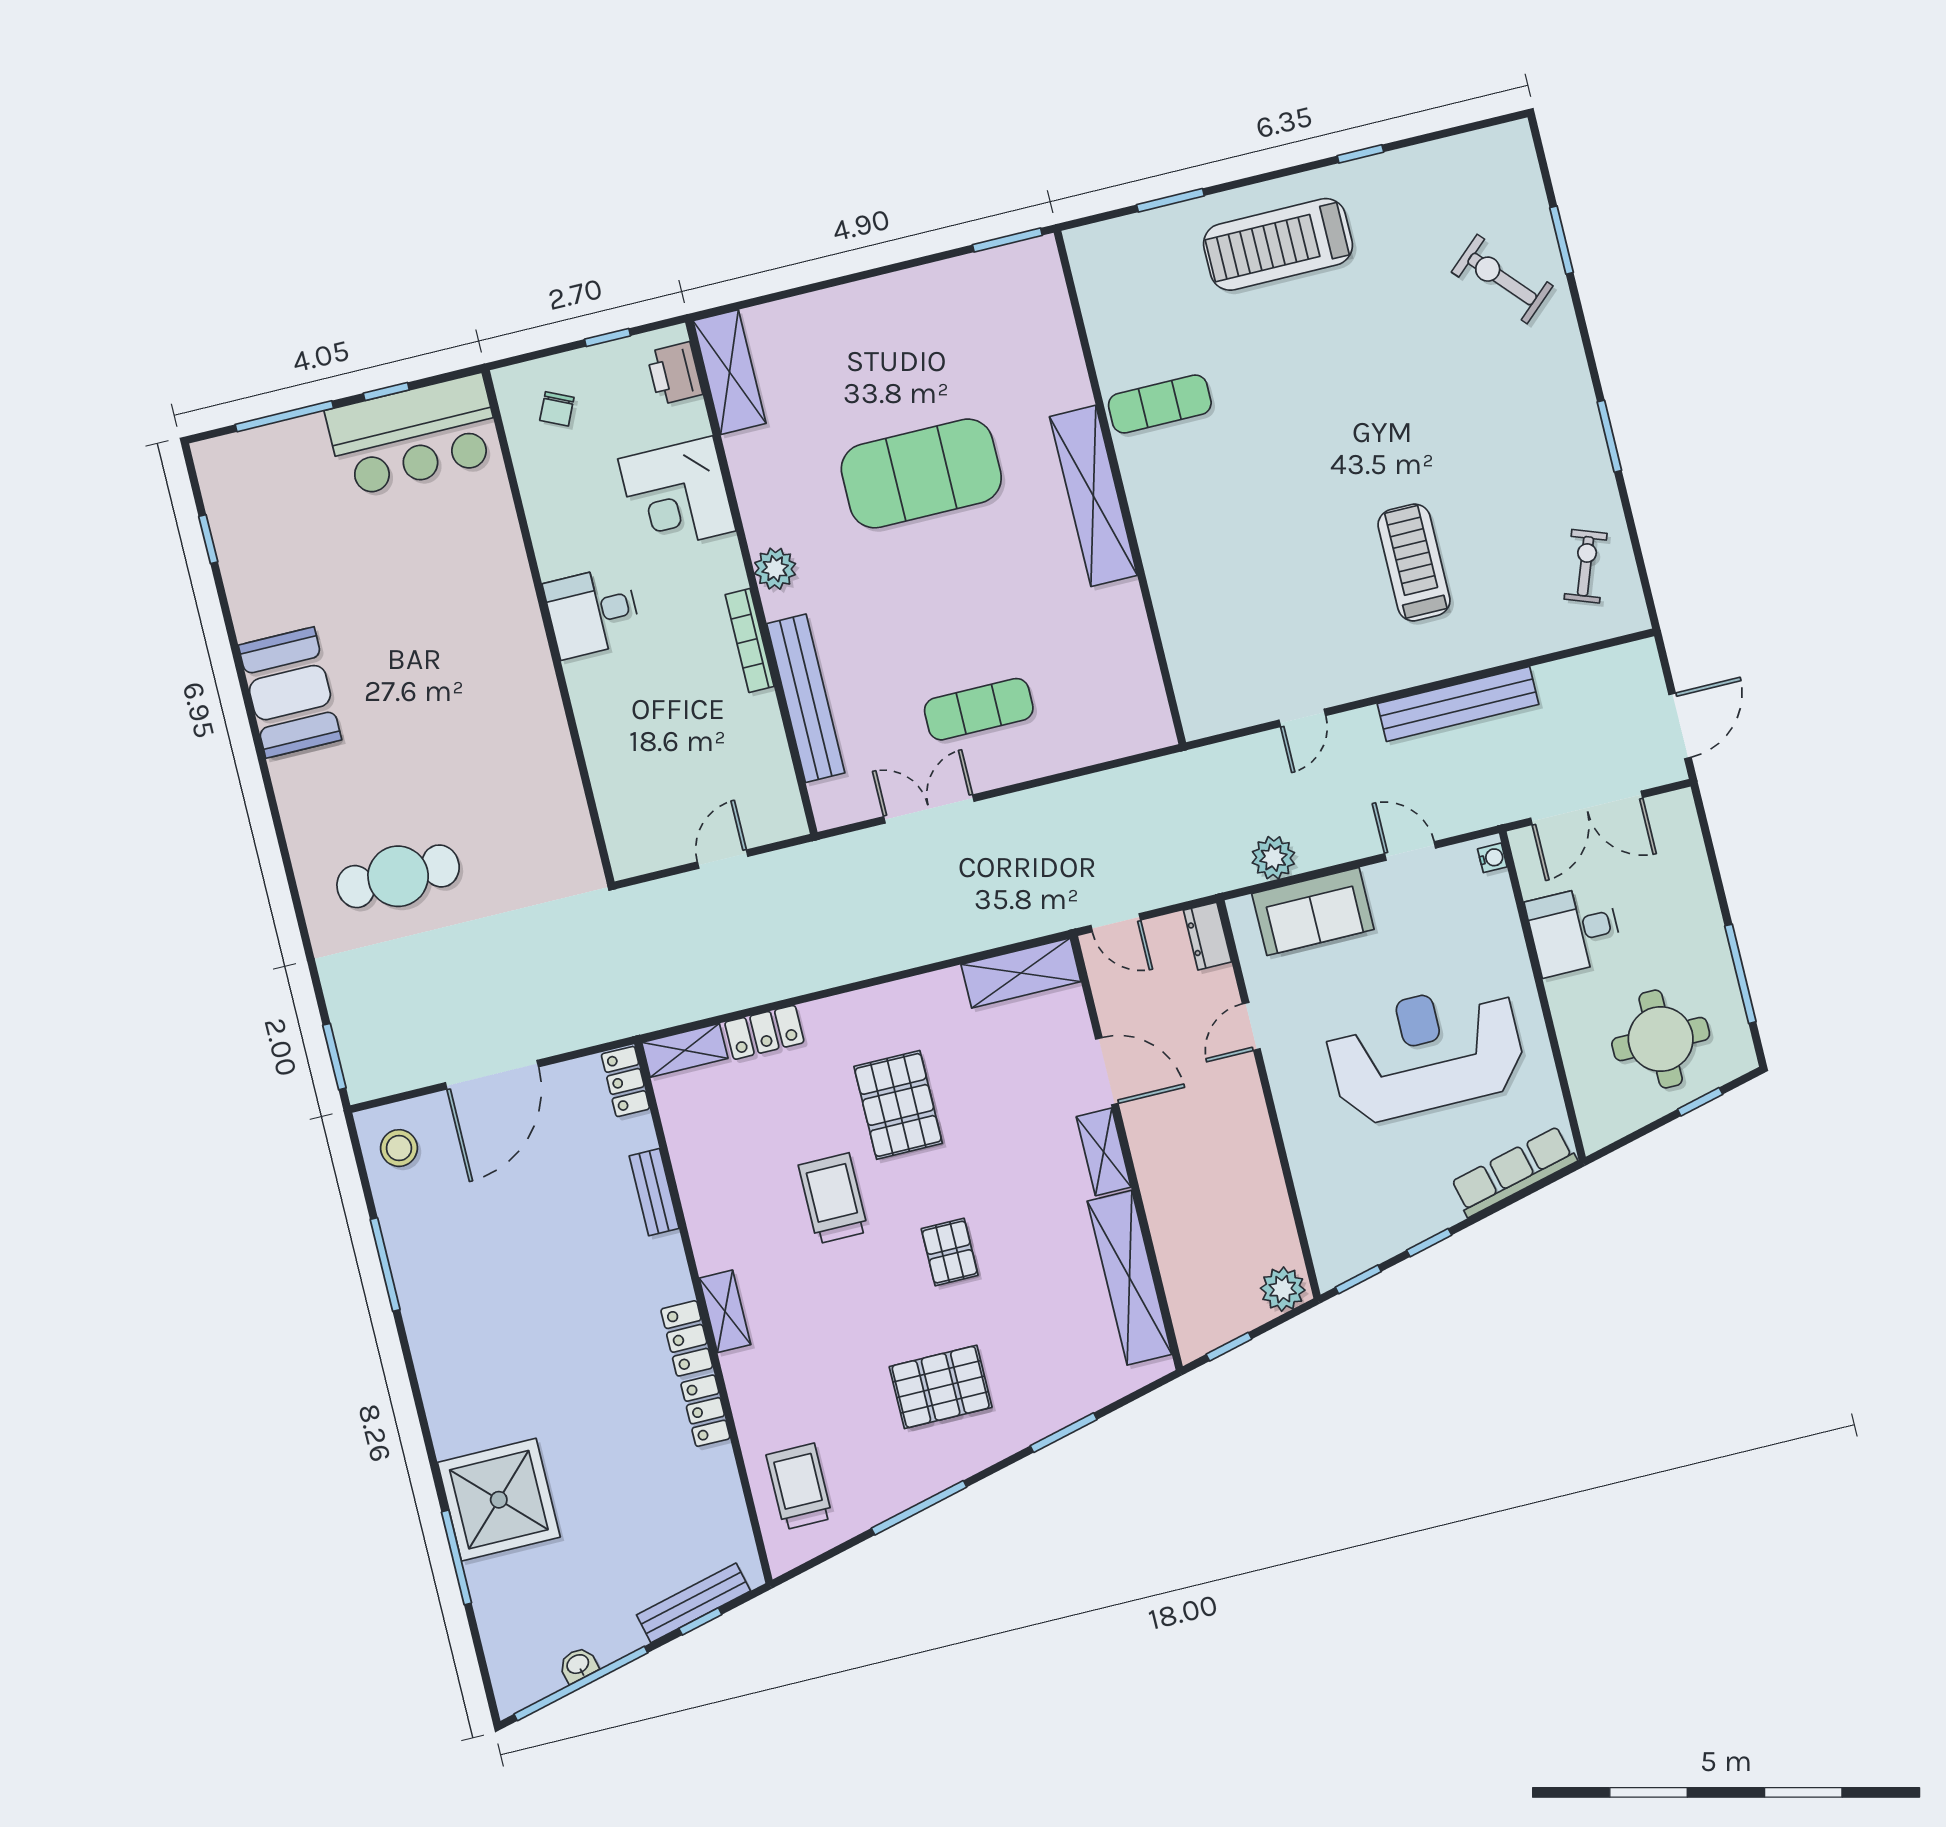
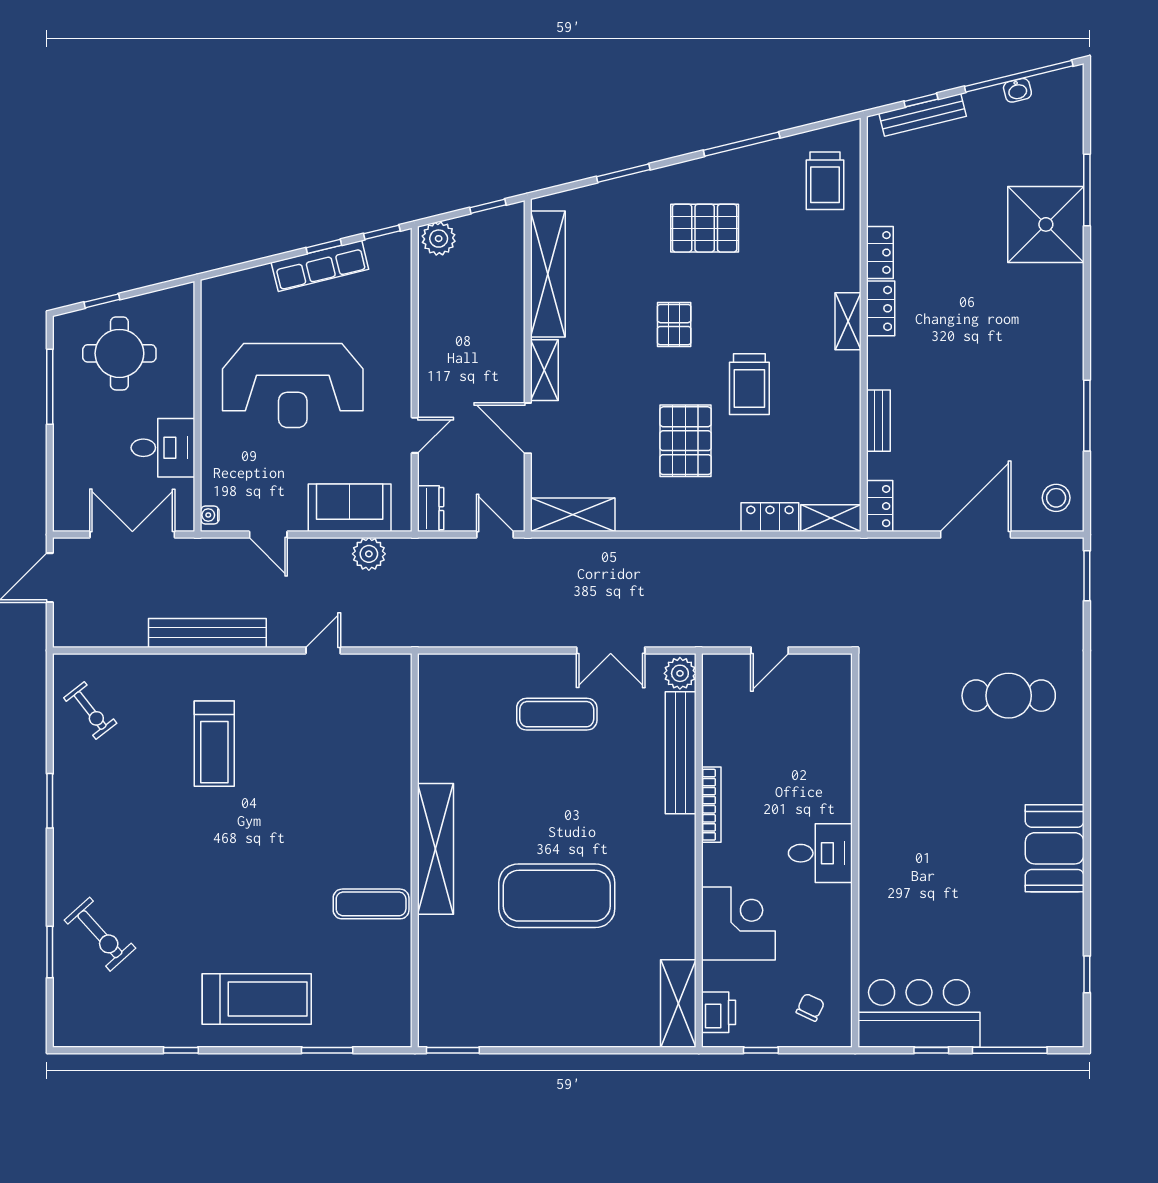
exercise bike: (1586, 566) -> (90, 711), turned -58
plant: (775, 569) -> (680, 673), moved
row of seats: (1514, 1172) -> (320, 266), moved

